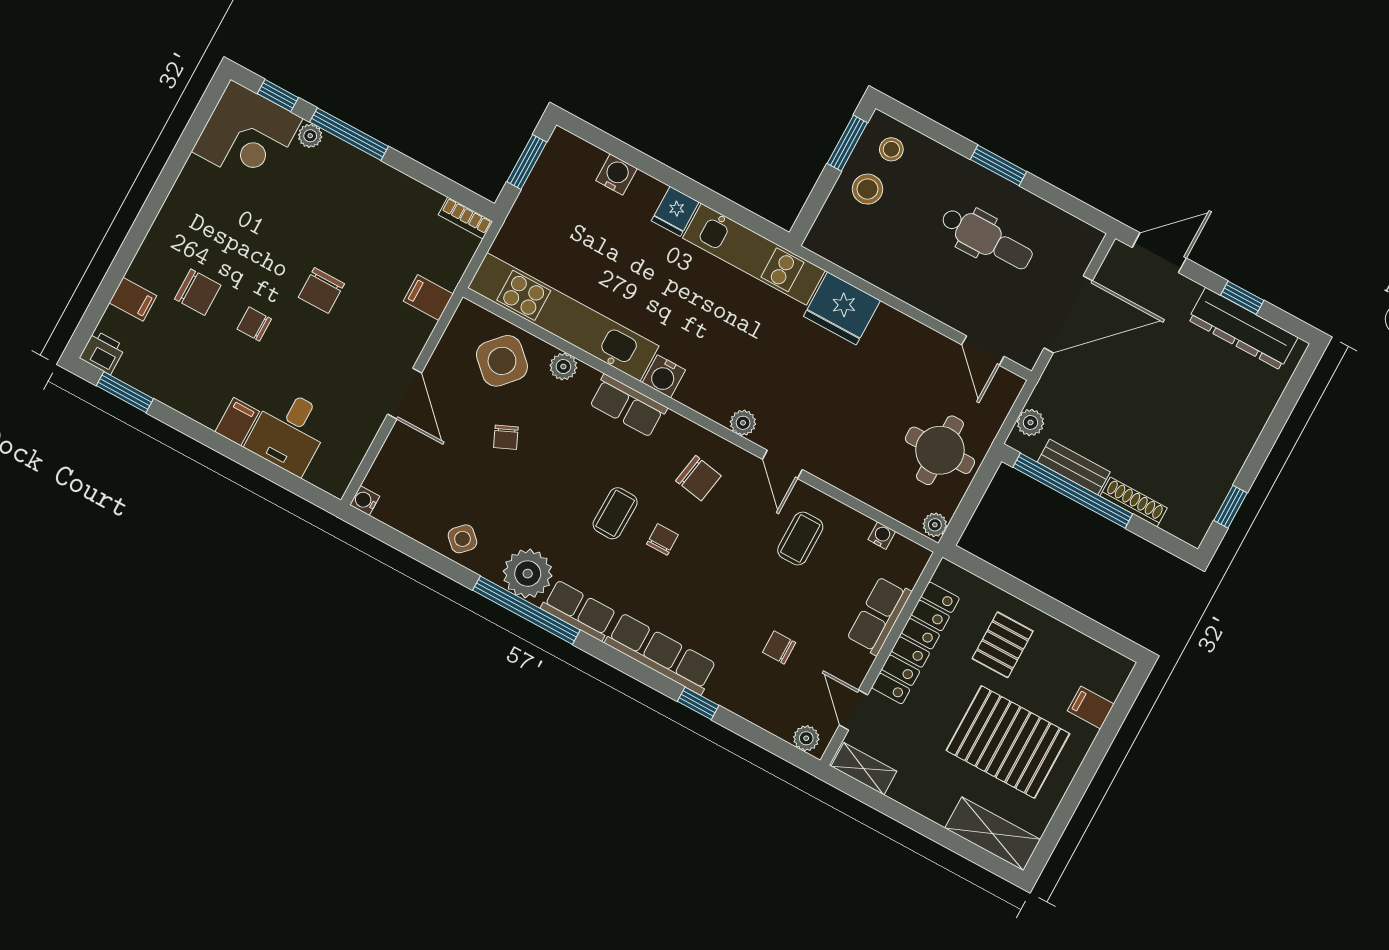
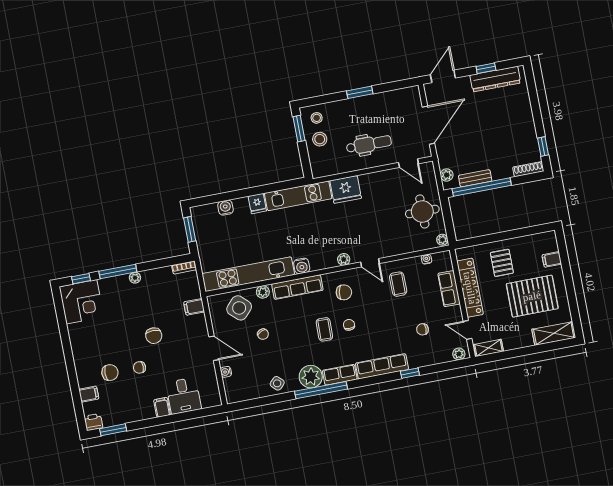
plant: (310, 136) -> (135, 278), moved
dental chair: (987, 239) -> (369, 144), moved
row of seats: (628, 406) -> (297, 287), width x1.48
water cooler: (365, 501) -> (226, 372), moved
shoe rack: (1134, 502) -> (528, 169), moved

